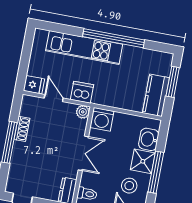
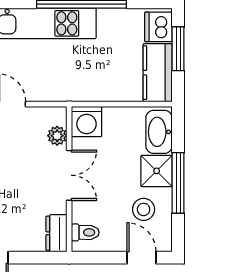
dishwasher: (82, 92) -> (158, 27), moved, turned -90
plant: (83, 112) -> (57, 136), moved
washbasin: (149, 139) -> (159, 132), width x1.38

